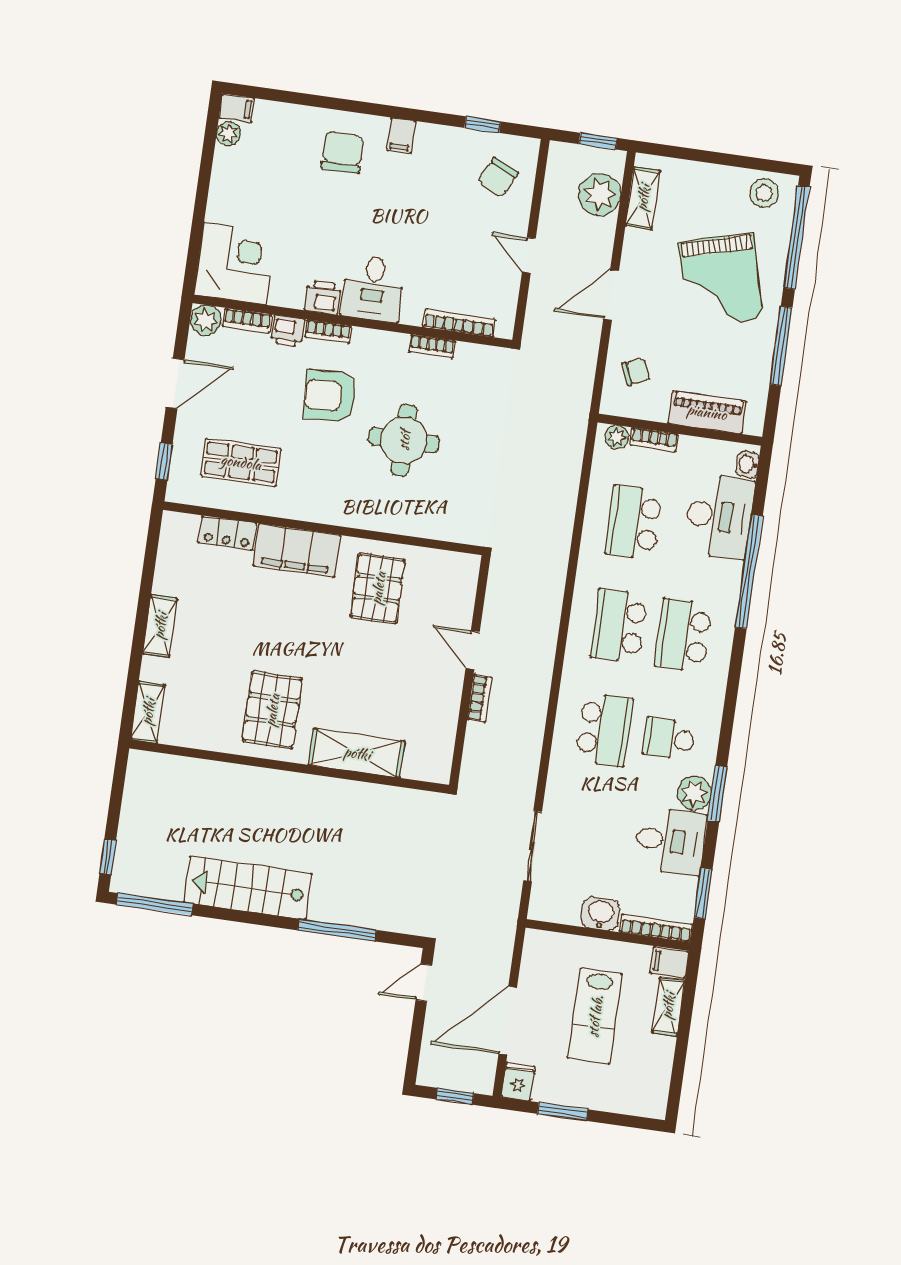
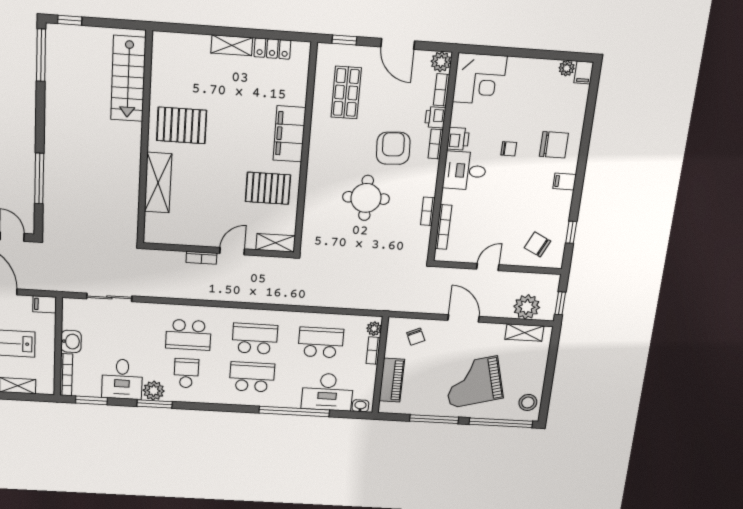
chair: (344, 221) -> (509, 149), added
locker: (227, 533) -> (272, 49), moved, turned -90
shelving: (148, 712) -> (276, 243), moved
stairs: (248, 888) -> (128, 79), moved, turned 180
filing cabinet: (669, 962) -> (45, 304), moved, turned -90

